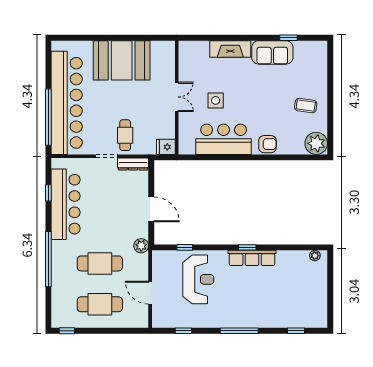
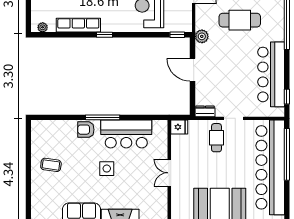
side table: (216, 100) -> (107, 169), moved
plant: (316, 143) -> (41, 130), removed
window: (249, 157) -> (103, 117), added
dresser: (133, 164) -> (205, 111), width x0.70
window: (48, 193) -> (287, 97), moved
window: (185, 247) -> (177, 35), moved
row of seats: (252, 258) -> (78, 25), moved

